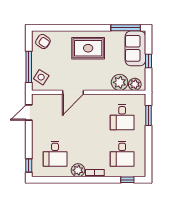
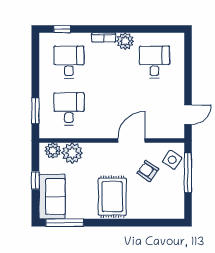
armchair: (43, 42) -> (148, 171), moved
rug: (88, 48) -> (112, 197), turned 90
window: (29, 166) -> (188, 47), removed

